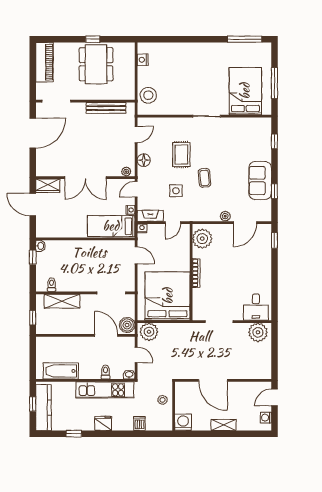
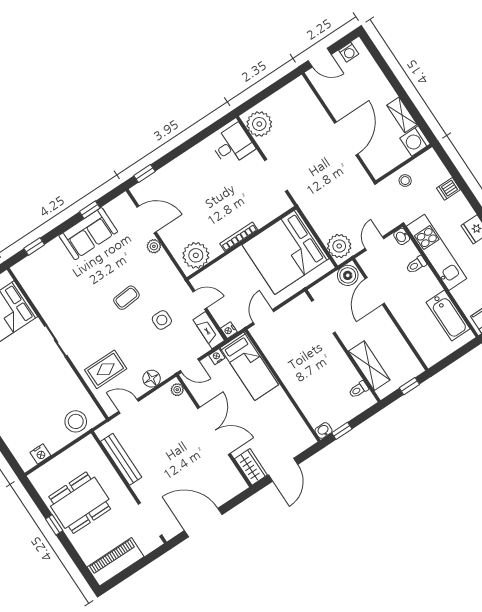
rug: (181, 155) -> (106, 369), moved
shelving: (224, 425) -> (402, 115), moved

